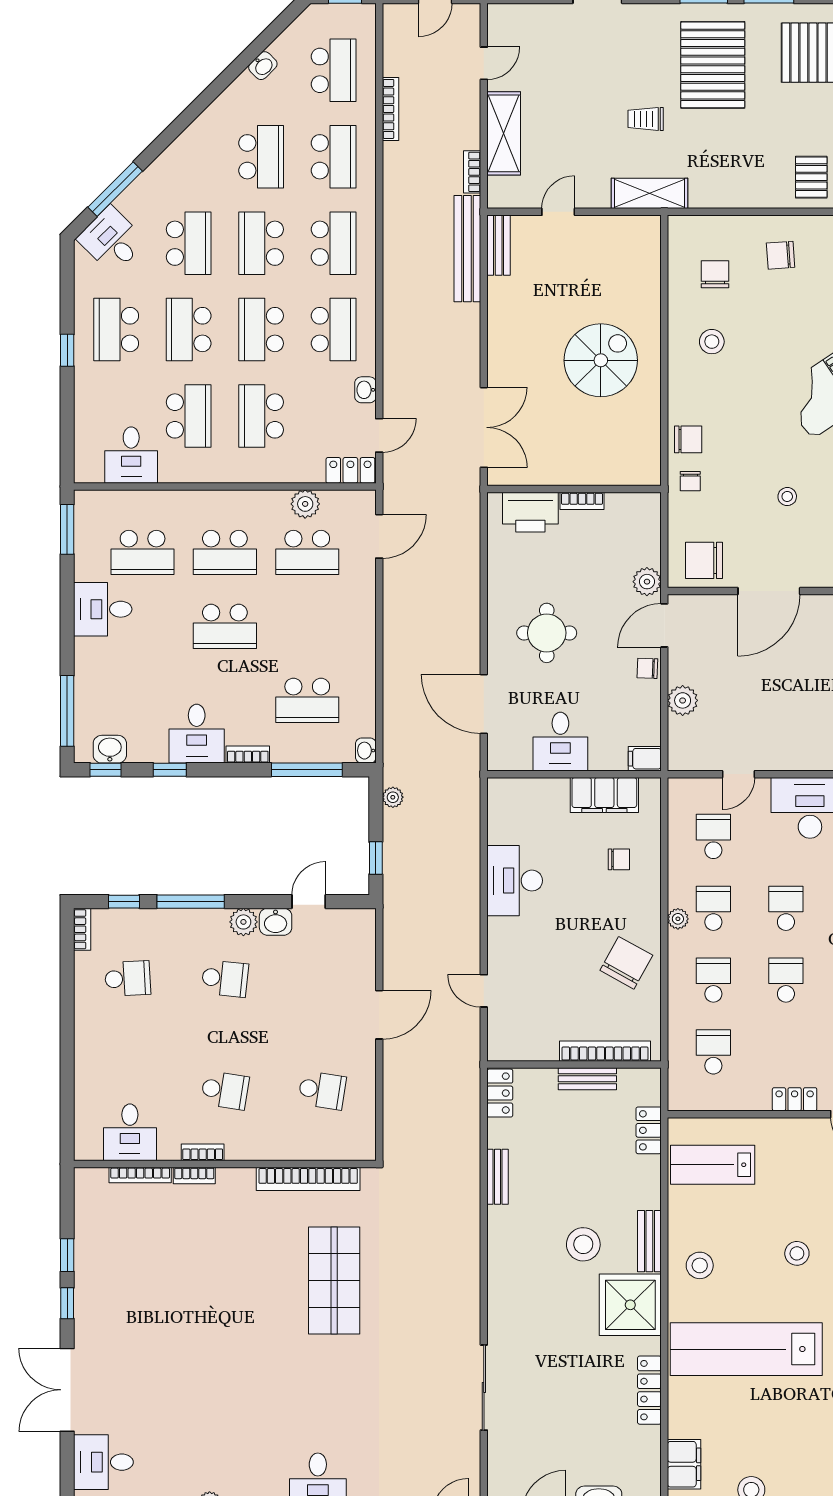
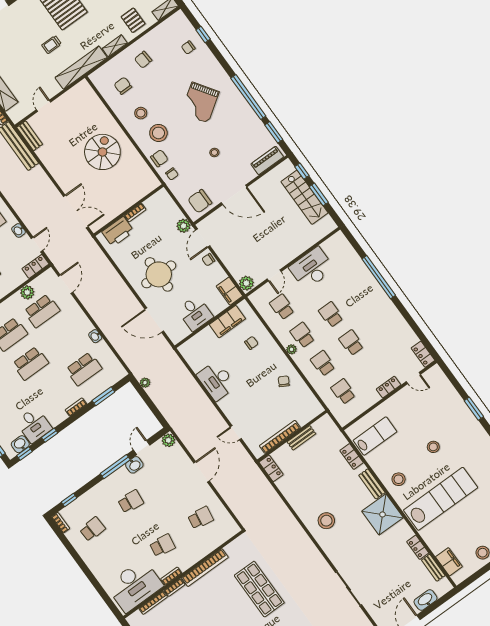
shelving: (649, 193) -> (81, 68), width x1.47
shelving: (750, 198) -> (115, 46), added
stool: (717, 396) -> (158, 133), added
door: (769, 591) -> (234, 195), hinge flipped
round table: (547, 633) -> (159, 274), width x1.36, depth x1.36
plant: (683, 700) -> (246, 283), moved
desk: (197, 734) -> (34, 425), moved
washbasin: (366, 751) -> (95, 336), moved
filing cabinet: (645, 759) -> (229, 291), width x2.00
window: (307, 770) -> (103, 396), width x0.69
window: (376, 858) -> (156, 411), removed
window: (191, 902) -> (115, 467), moved
plant: (243, 922) -> (168, 440), moved
chair: (626, 963) -> (284, 381), width x0.54, depth x0.54
bookcase: (605, 1051) -> (280, 437), moved
locker: (649, 1130) -> (352, 457), moved
desk: (130, 1132) -> (135, 586), width x1.87, depth x1.30
lab bench: (713, 1165) -> (375, 436), turned 180
bench: (498, 1177) -> (433, 568), moved
bookcase: (308, 1179) -> (205, 568), moved
stool: (583, 1244) -> (326, 521), moved
lab bench: (746, 1349) -> (441, 499), turned 180
locker: (649, 1390) -> (418, 547), width x0.66

